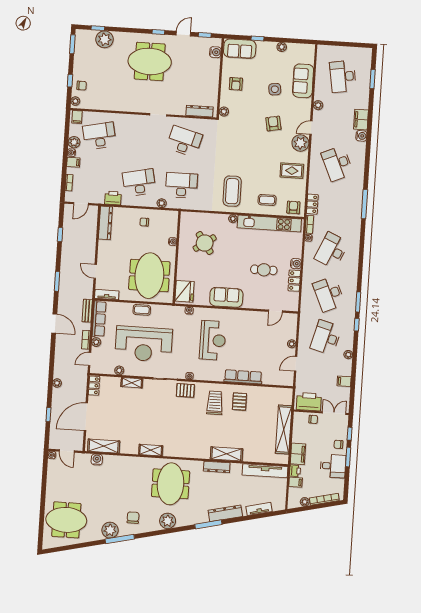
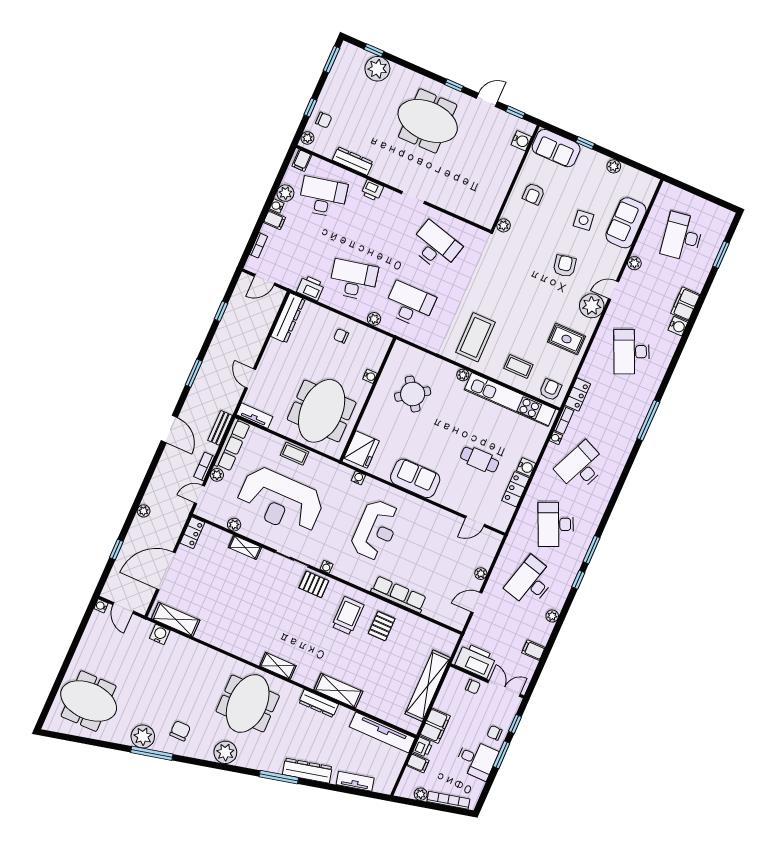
dresser: (199, 111) -> (353, 161), moved
printer: (130, 120) -> (372, 190), added
shelving: (151, 450) -> (278, 666), moved

